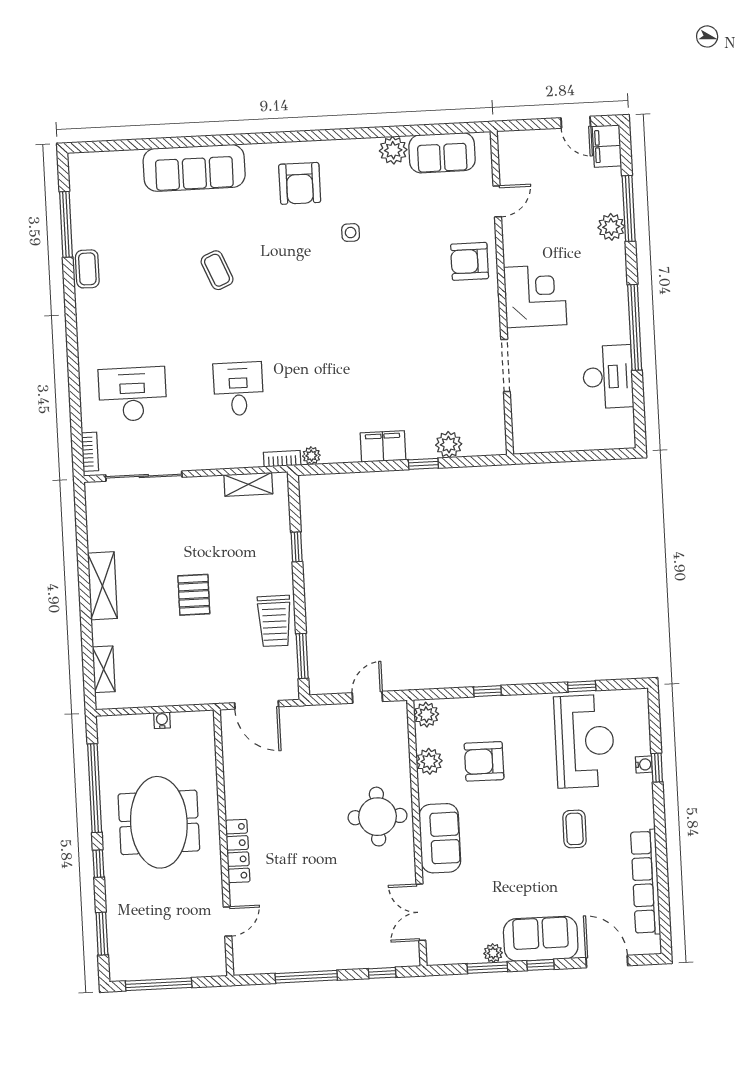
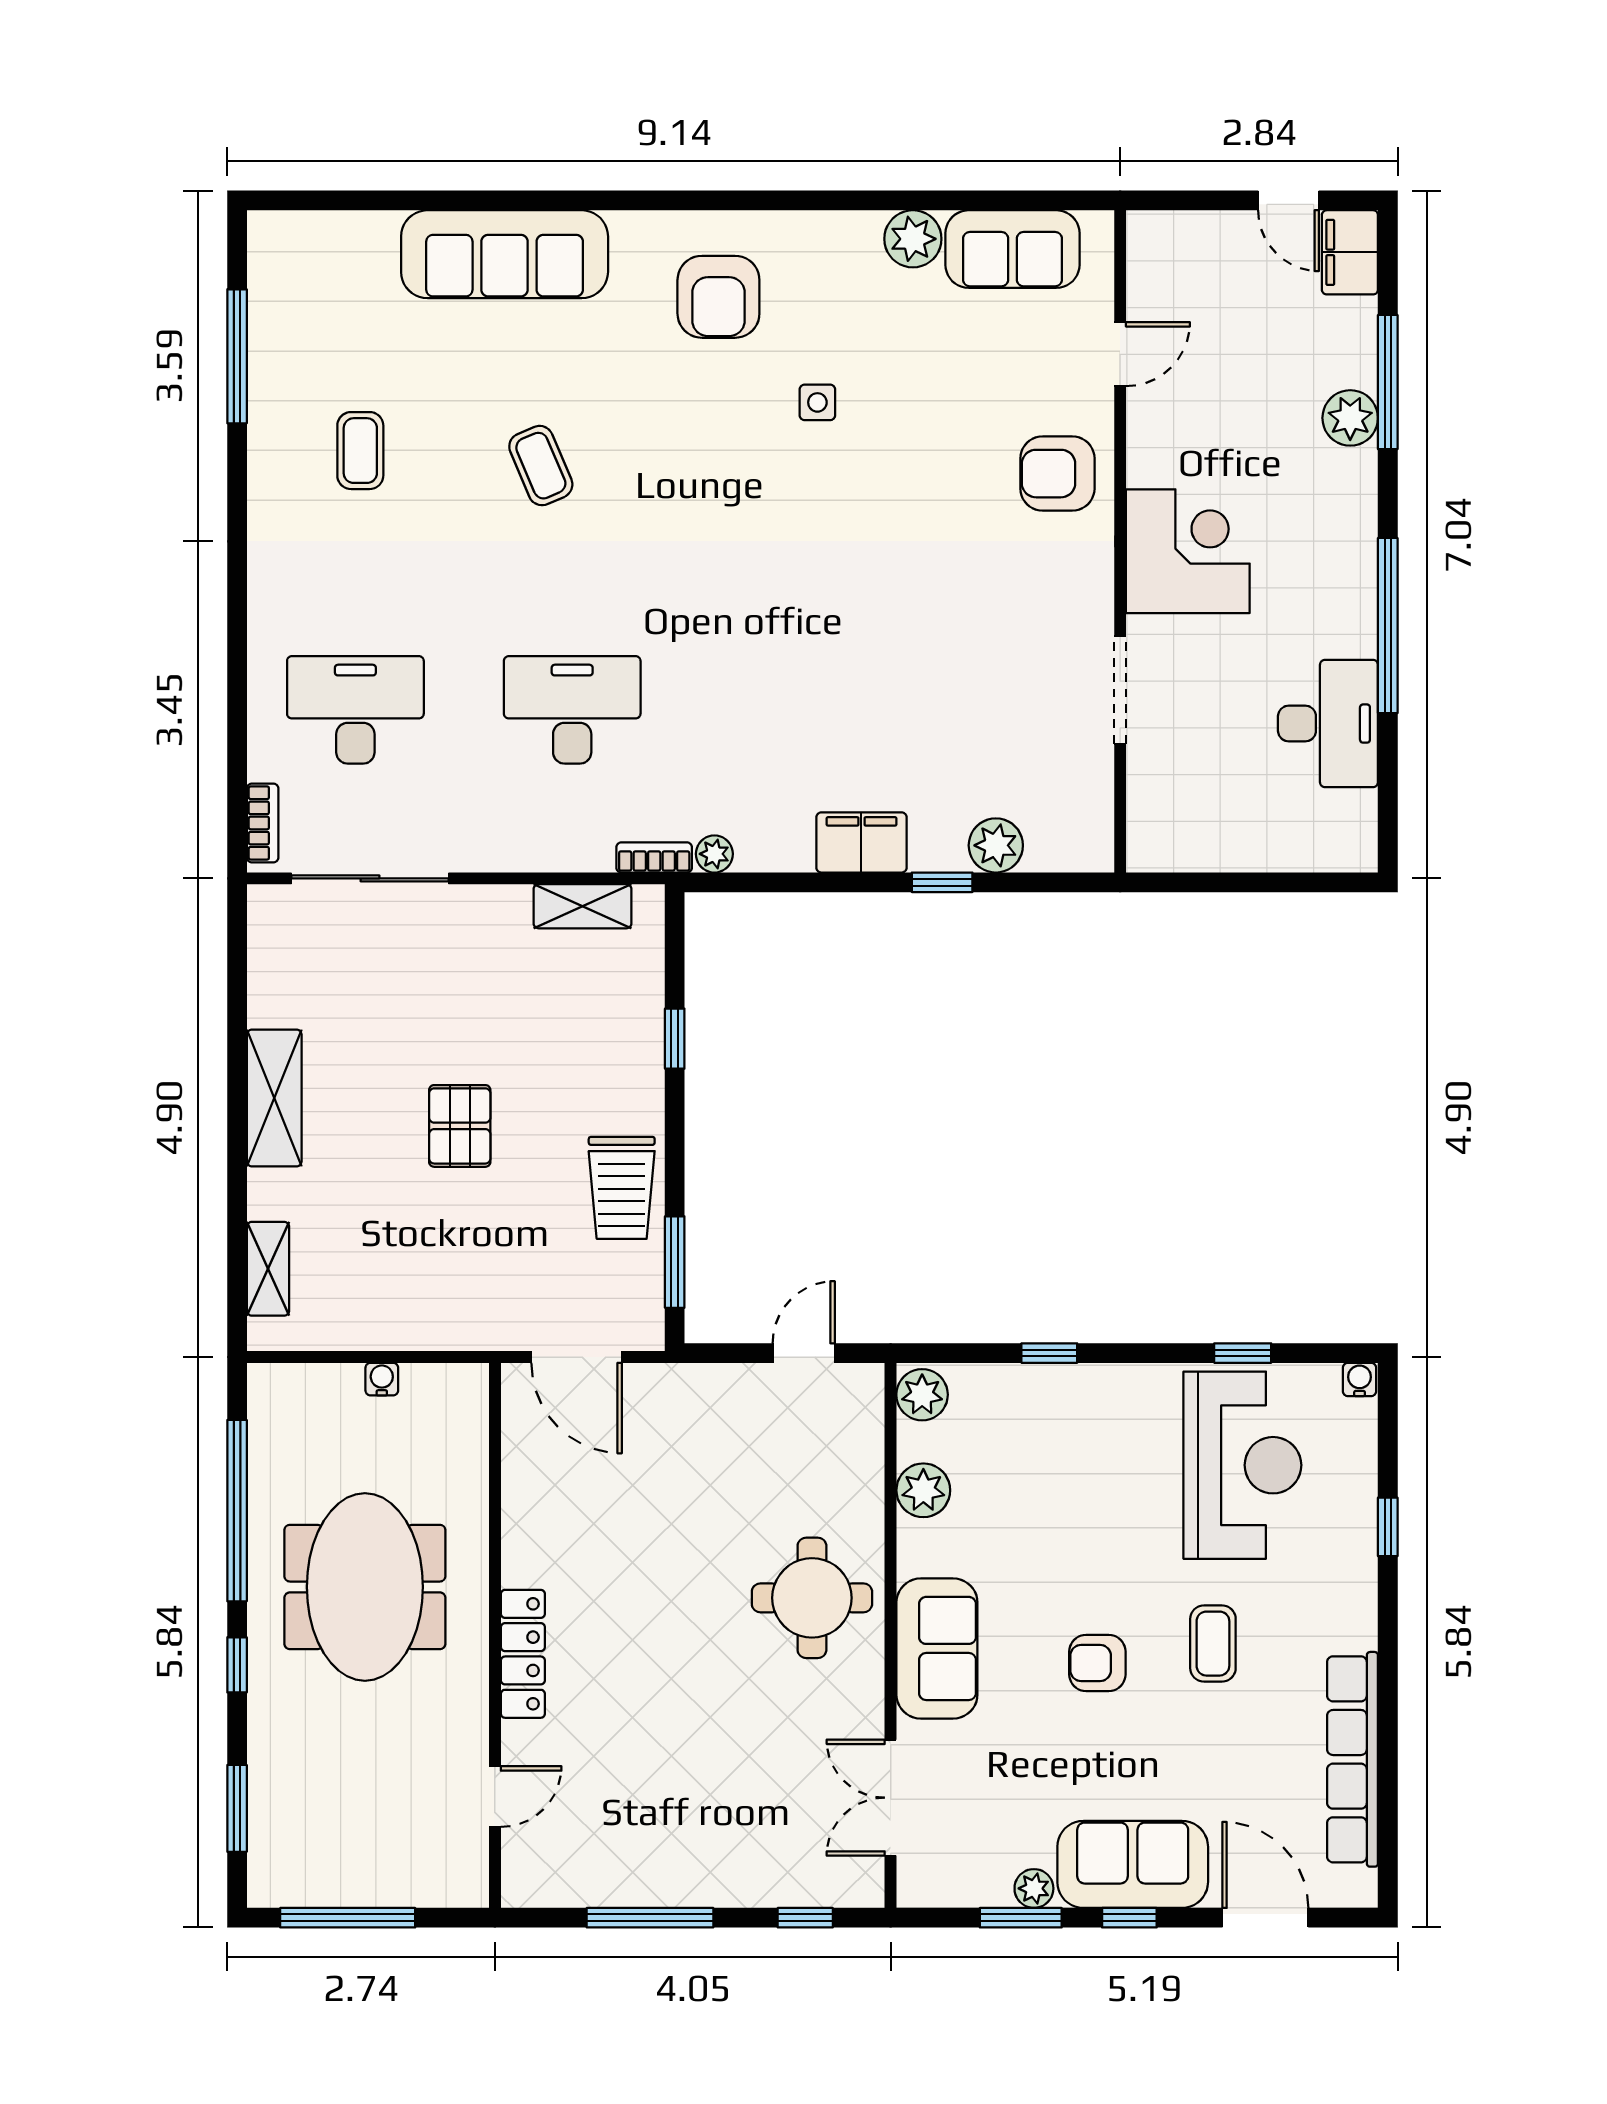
coffee table: (87, 269) -> (360, 451), moved
desk: (238, 389) -> (572, 710), width x1.37
armchair: (484, 761) -> (1097, 1663), moved, width x0.72, depth x0.72
water cooler: (644, 764) -> (1360, 1380), moved, turned -90

